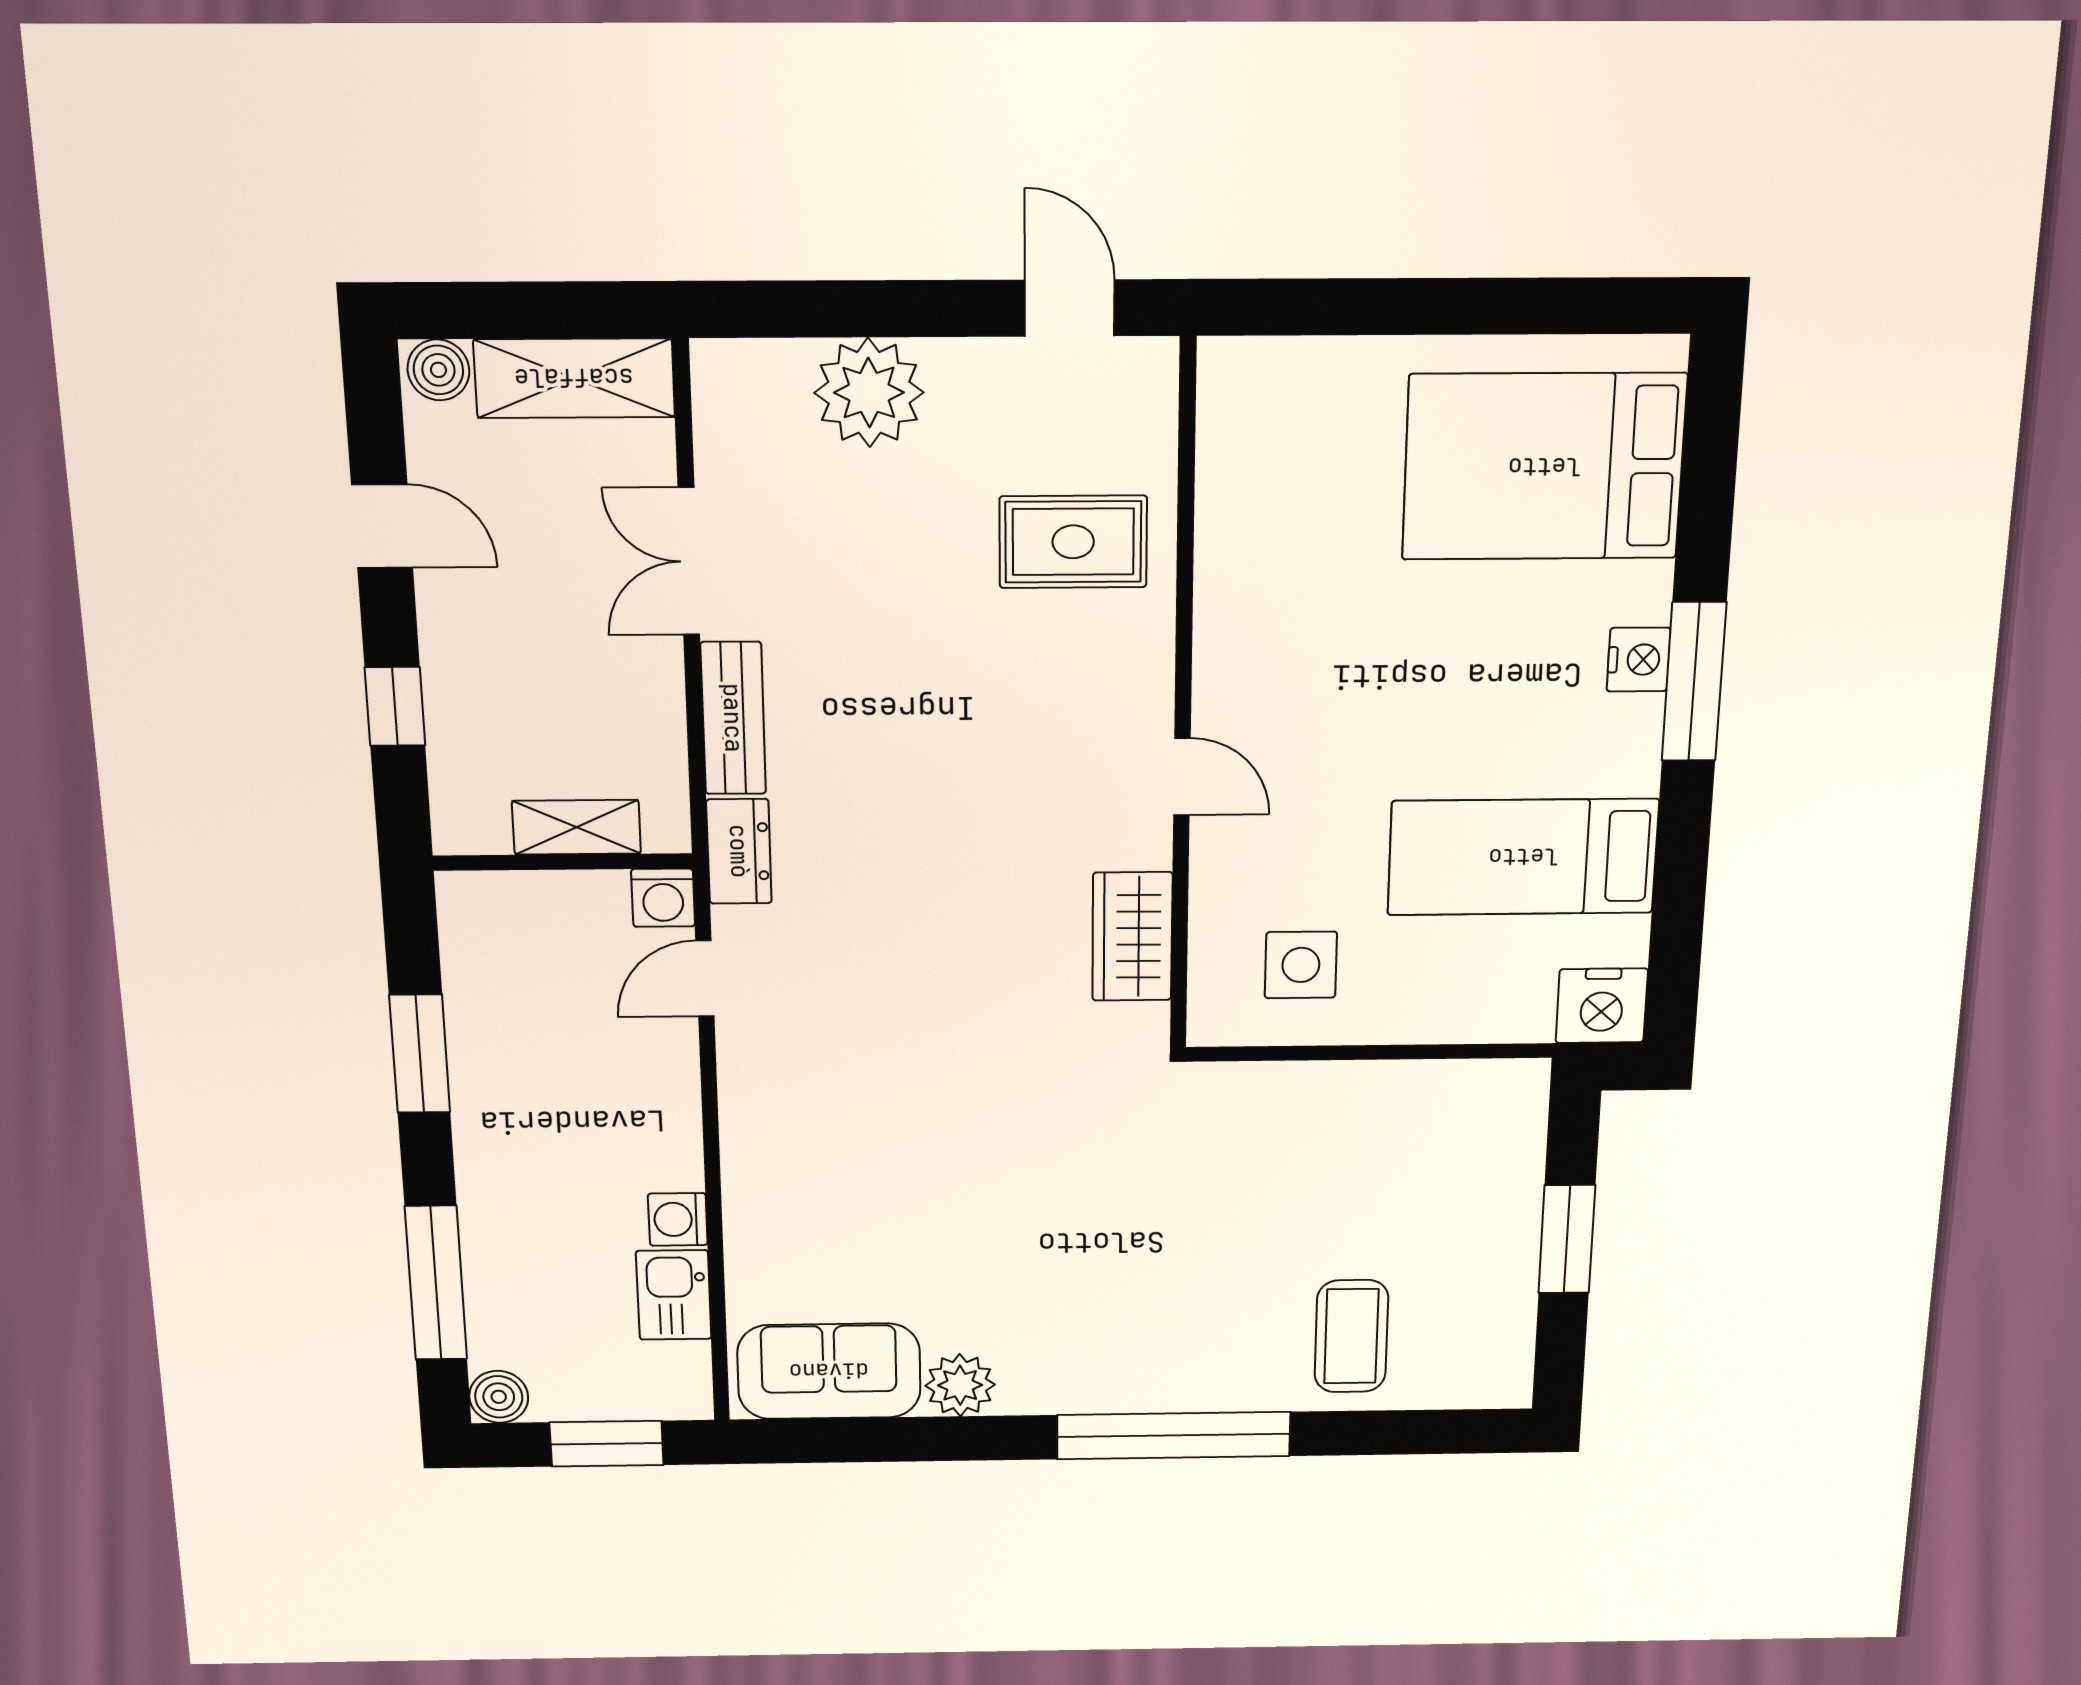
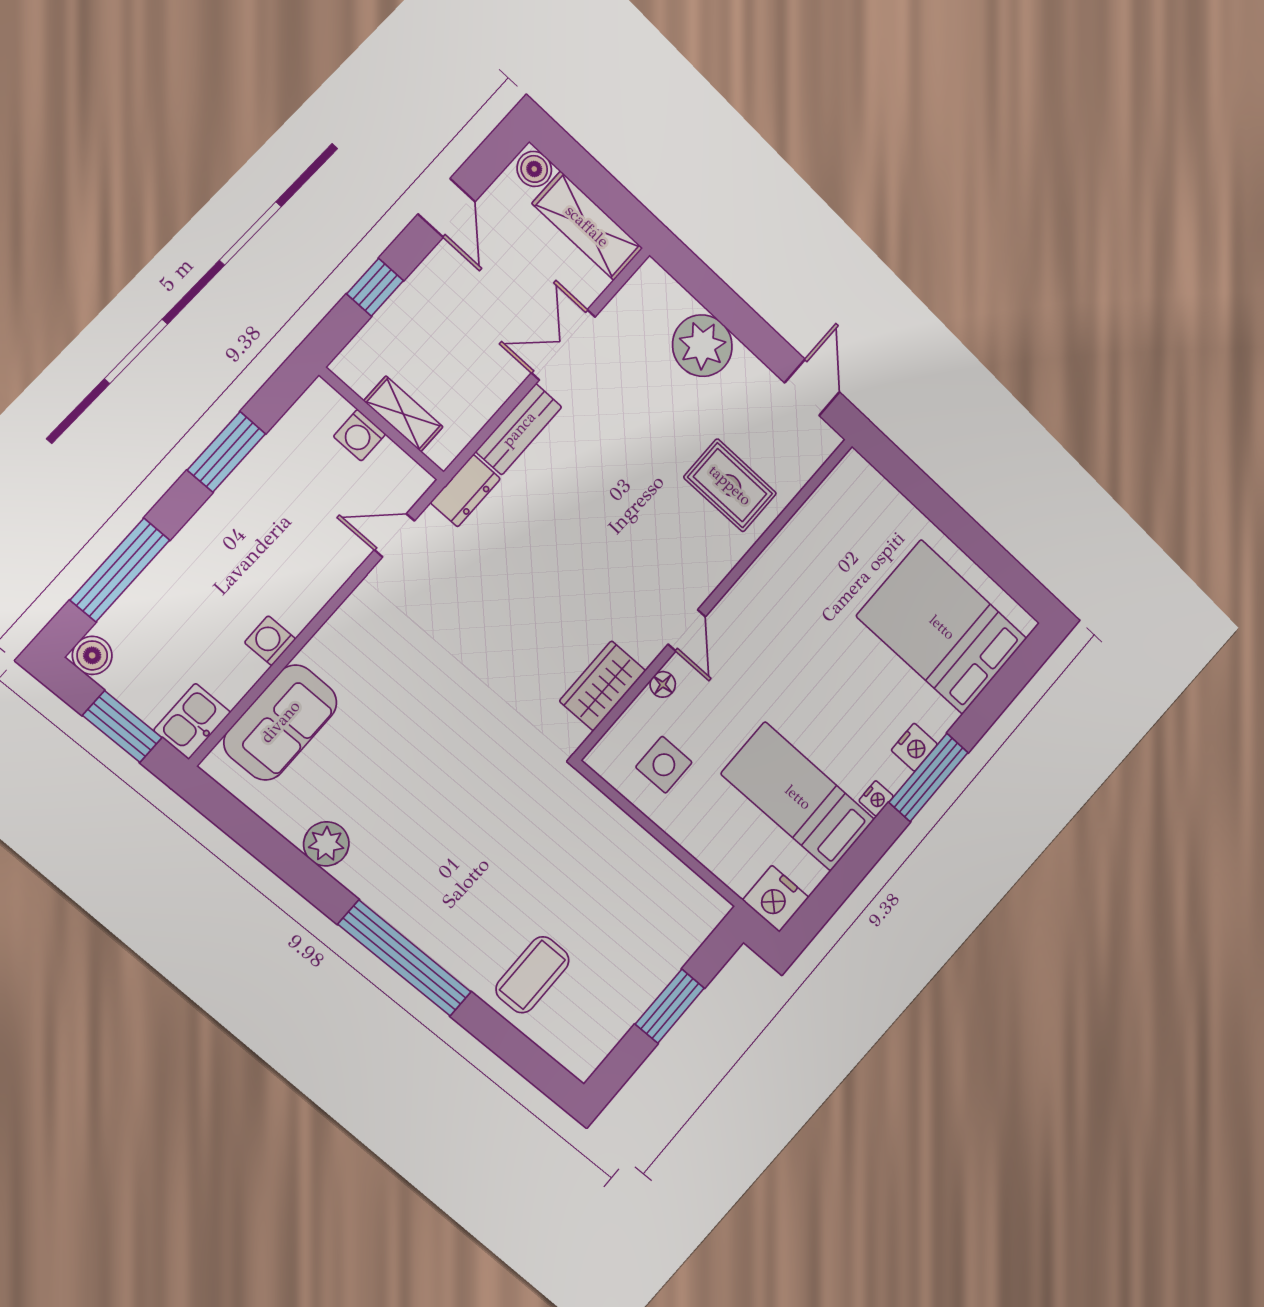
nightstand: (1639, 770) -> (876, 799), added
floor lamp: (1210, 870) -> (663, 684), added
washing machine: (663, 898) -> (360, 435), moved
kitchen sink: (674, 1295) -> (192, 721), moved
sofa: (829, 1371) -> (280, 722), moved, turned 90

